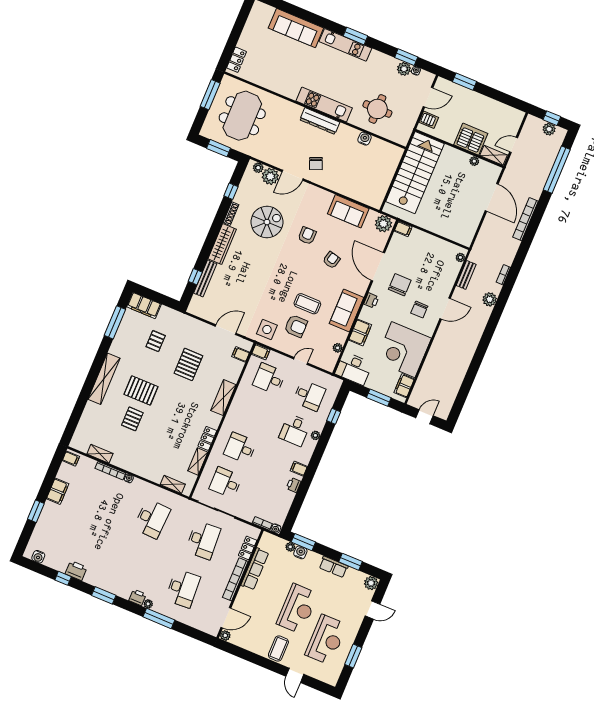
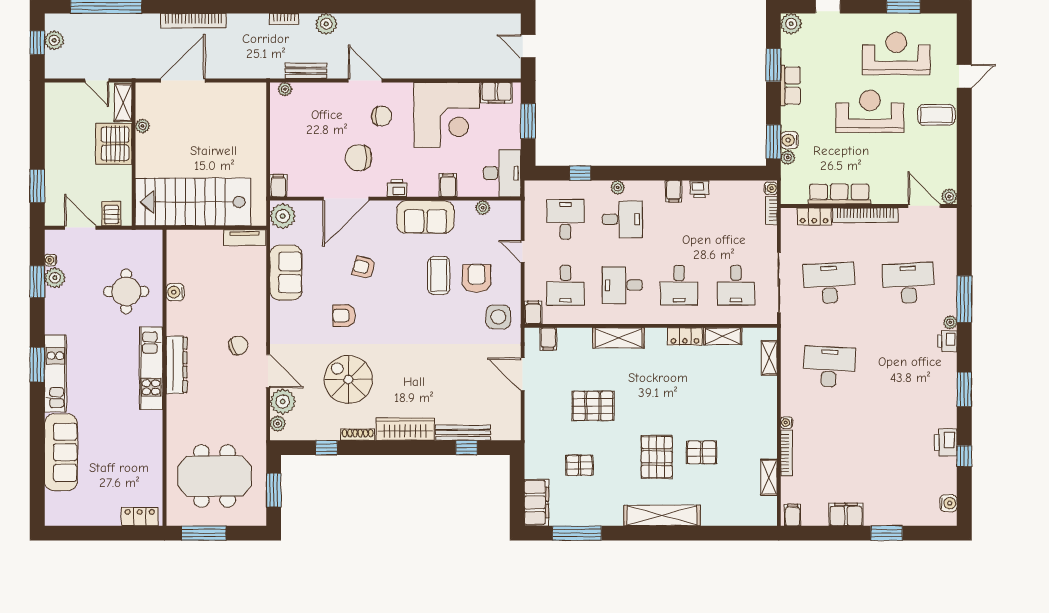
tv unit: (380, 195) -> (245, 238), added
filing cabinet: (360, 332) -> (448, 185), width x0.50
desk: (255, 413) -> (622, 285), added

